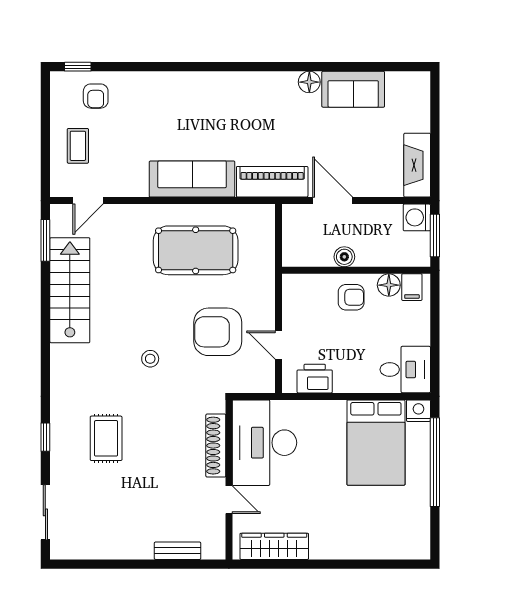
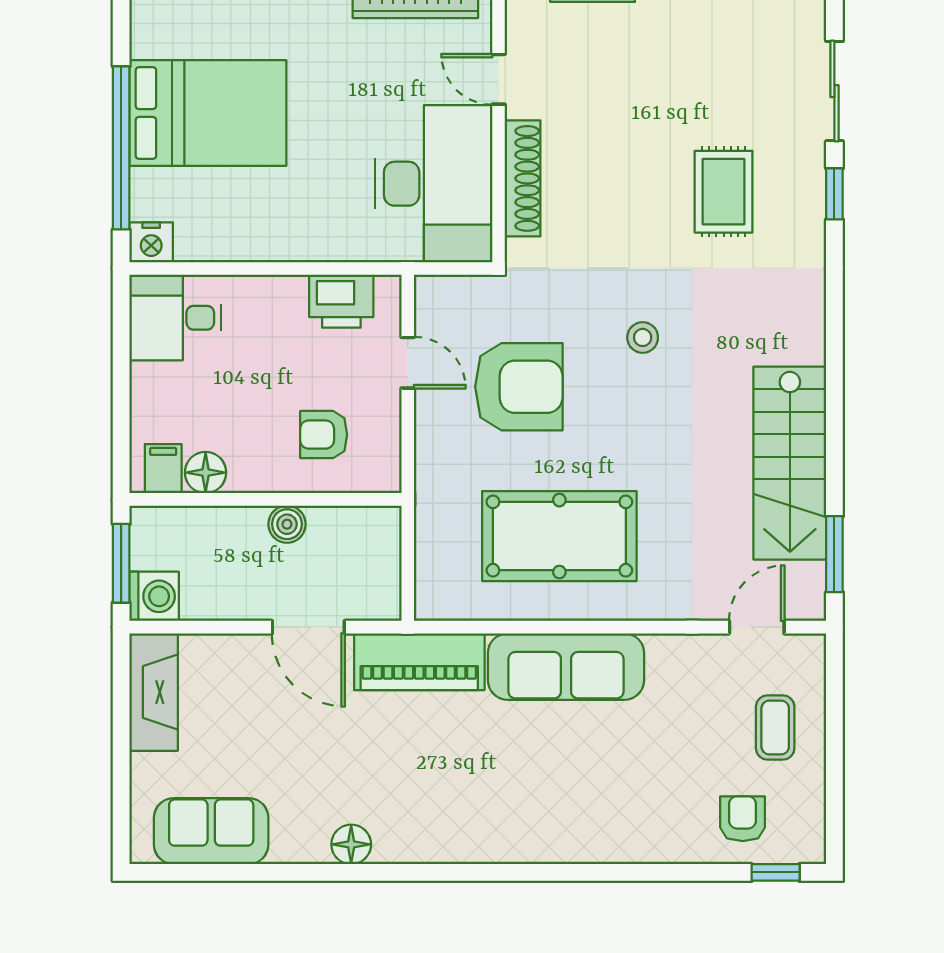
sofa: (353, 89) -> (211, 831), moved
armchair: (351, 297) -> (324, 435), moved
bed: (376, 443) -> (208, 113), moved, turned 90
sliding door: (45, 512) -> (834, 91), moved

